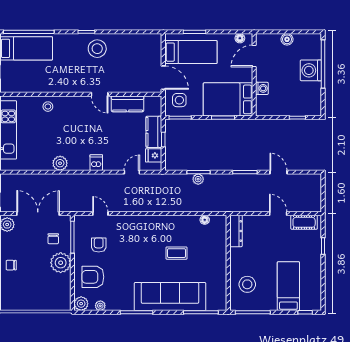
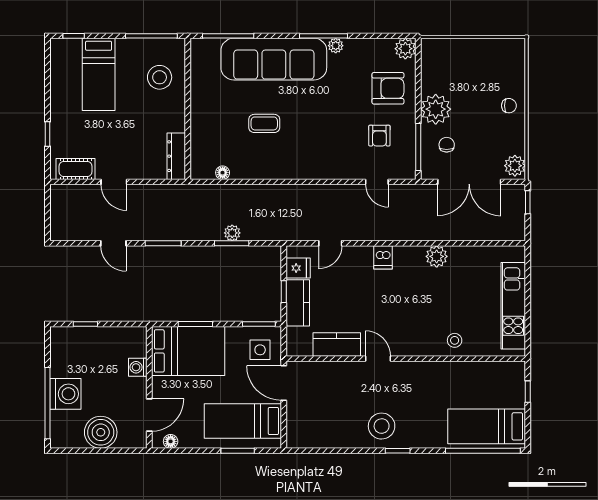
boiler: (287, 39) -> (101, 432), width x1.86, depth x1.86
plant: (100, 306) -> (336, 46), moved

